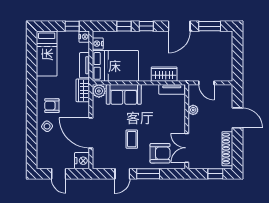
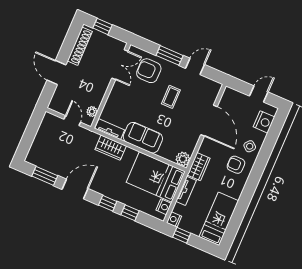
sofa: (124, 94) -> (143, 138), moved
armchair: (52, 106) -> (236, 165), turned 180
plant: (193, 110) -> (92, 112), moved
nightstand: (82, 161) -> (264, 122), moved, turned 180
door: (59, 174) -> (259, 94), hinge flipped

